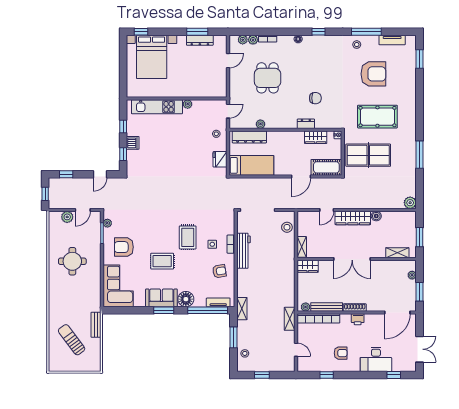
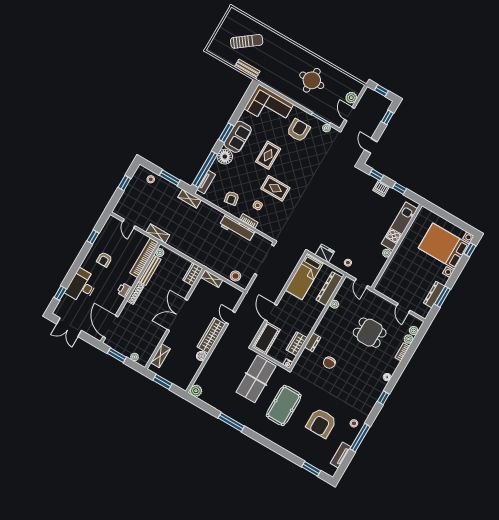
door: (296, 350) -> (129, 224), hinge flipped

